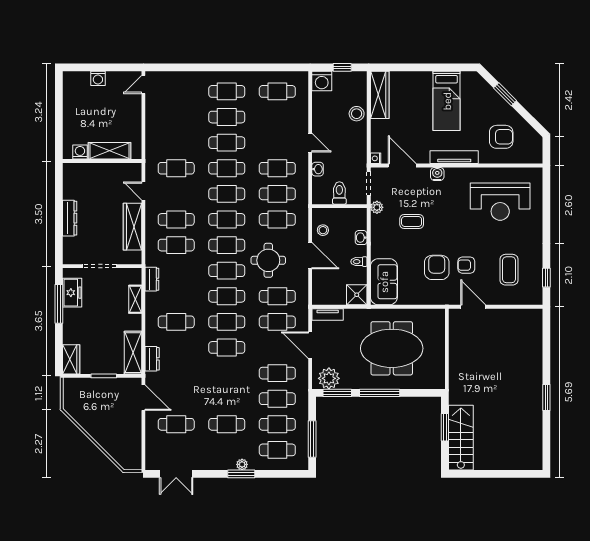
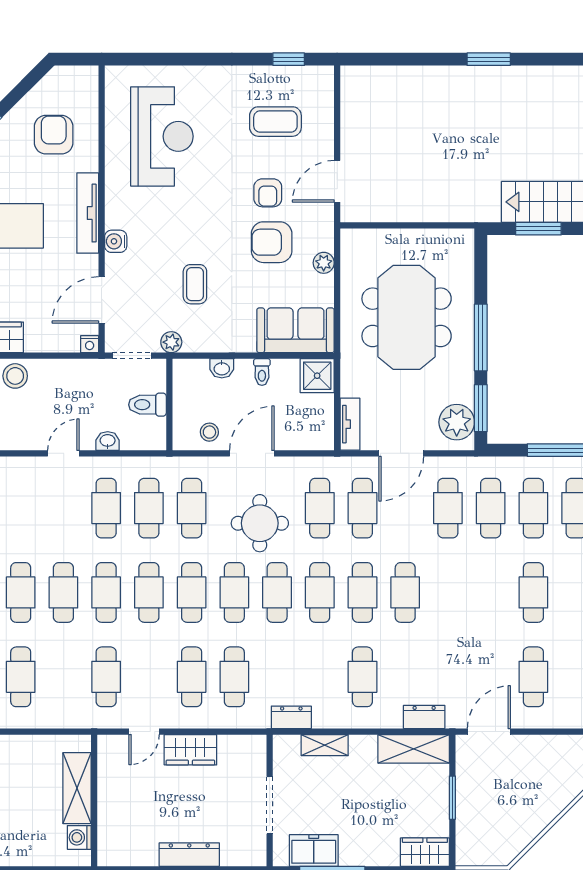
cafe table: (176, 117) -> (21, 677), added
wardrobe: (132, 227) -> (190, 750), width x0.67
plant: (424, 299) -> (324, 263), added

